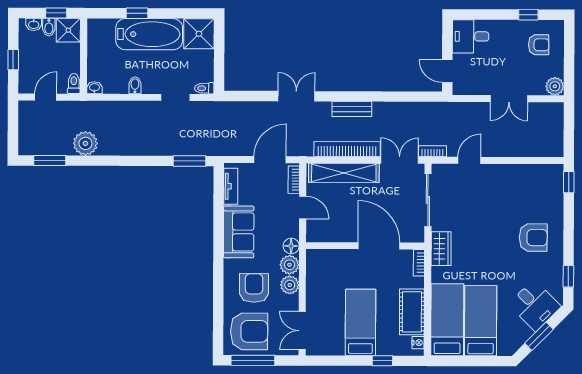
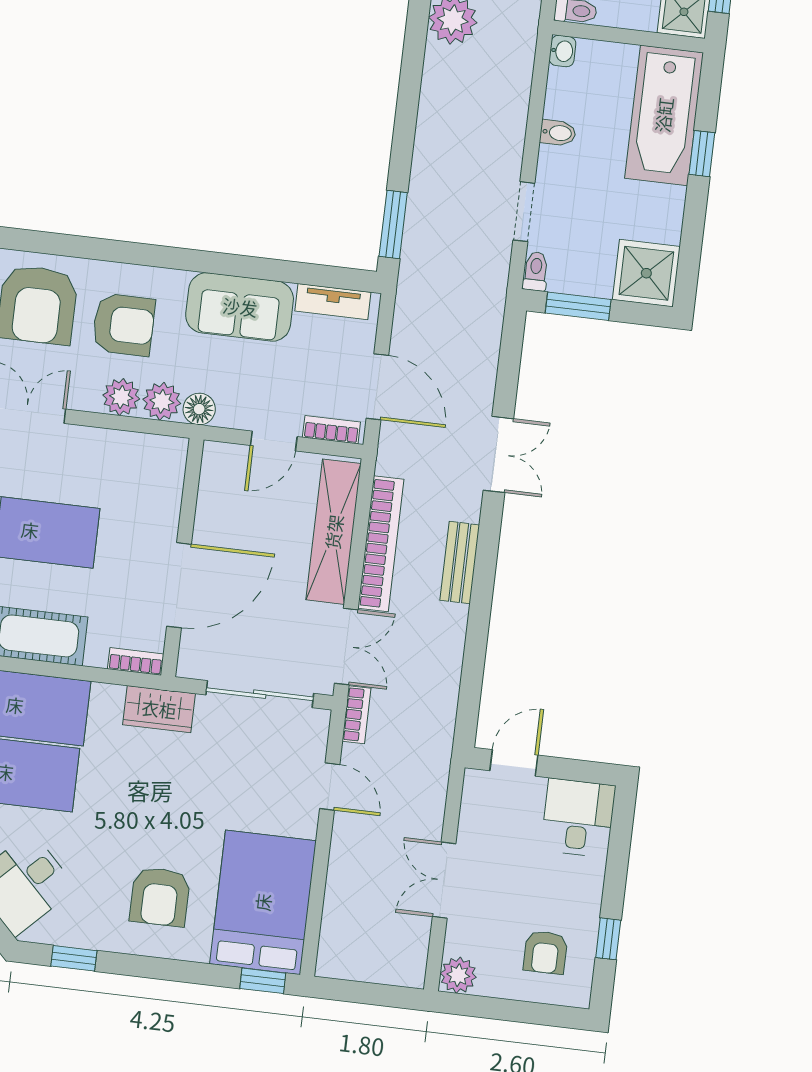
bathtub: (149, 34) -> (664, 115), moved
window: (219, 65) -> (578, 306), added
bed: (530, 187) -> (263, 902), added

